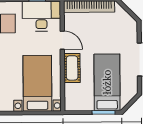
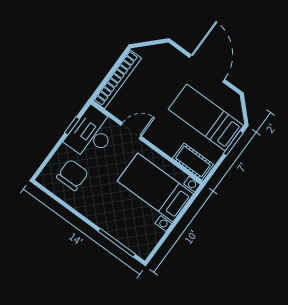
cot: (72, 68) -> (193, 161), moved

